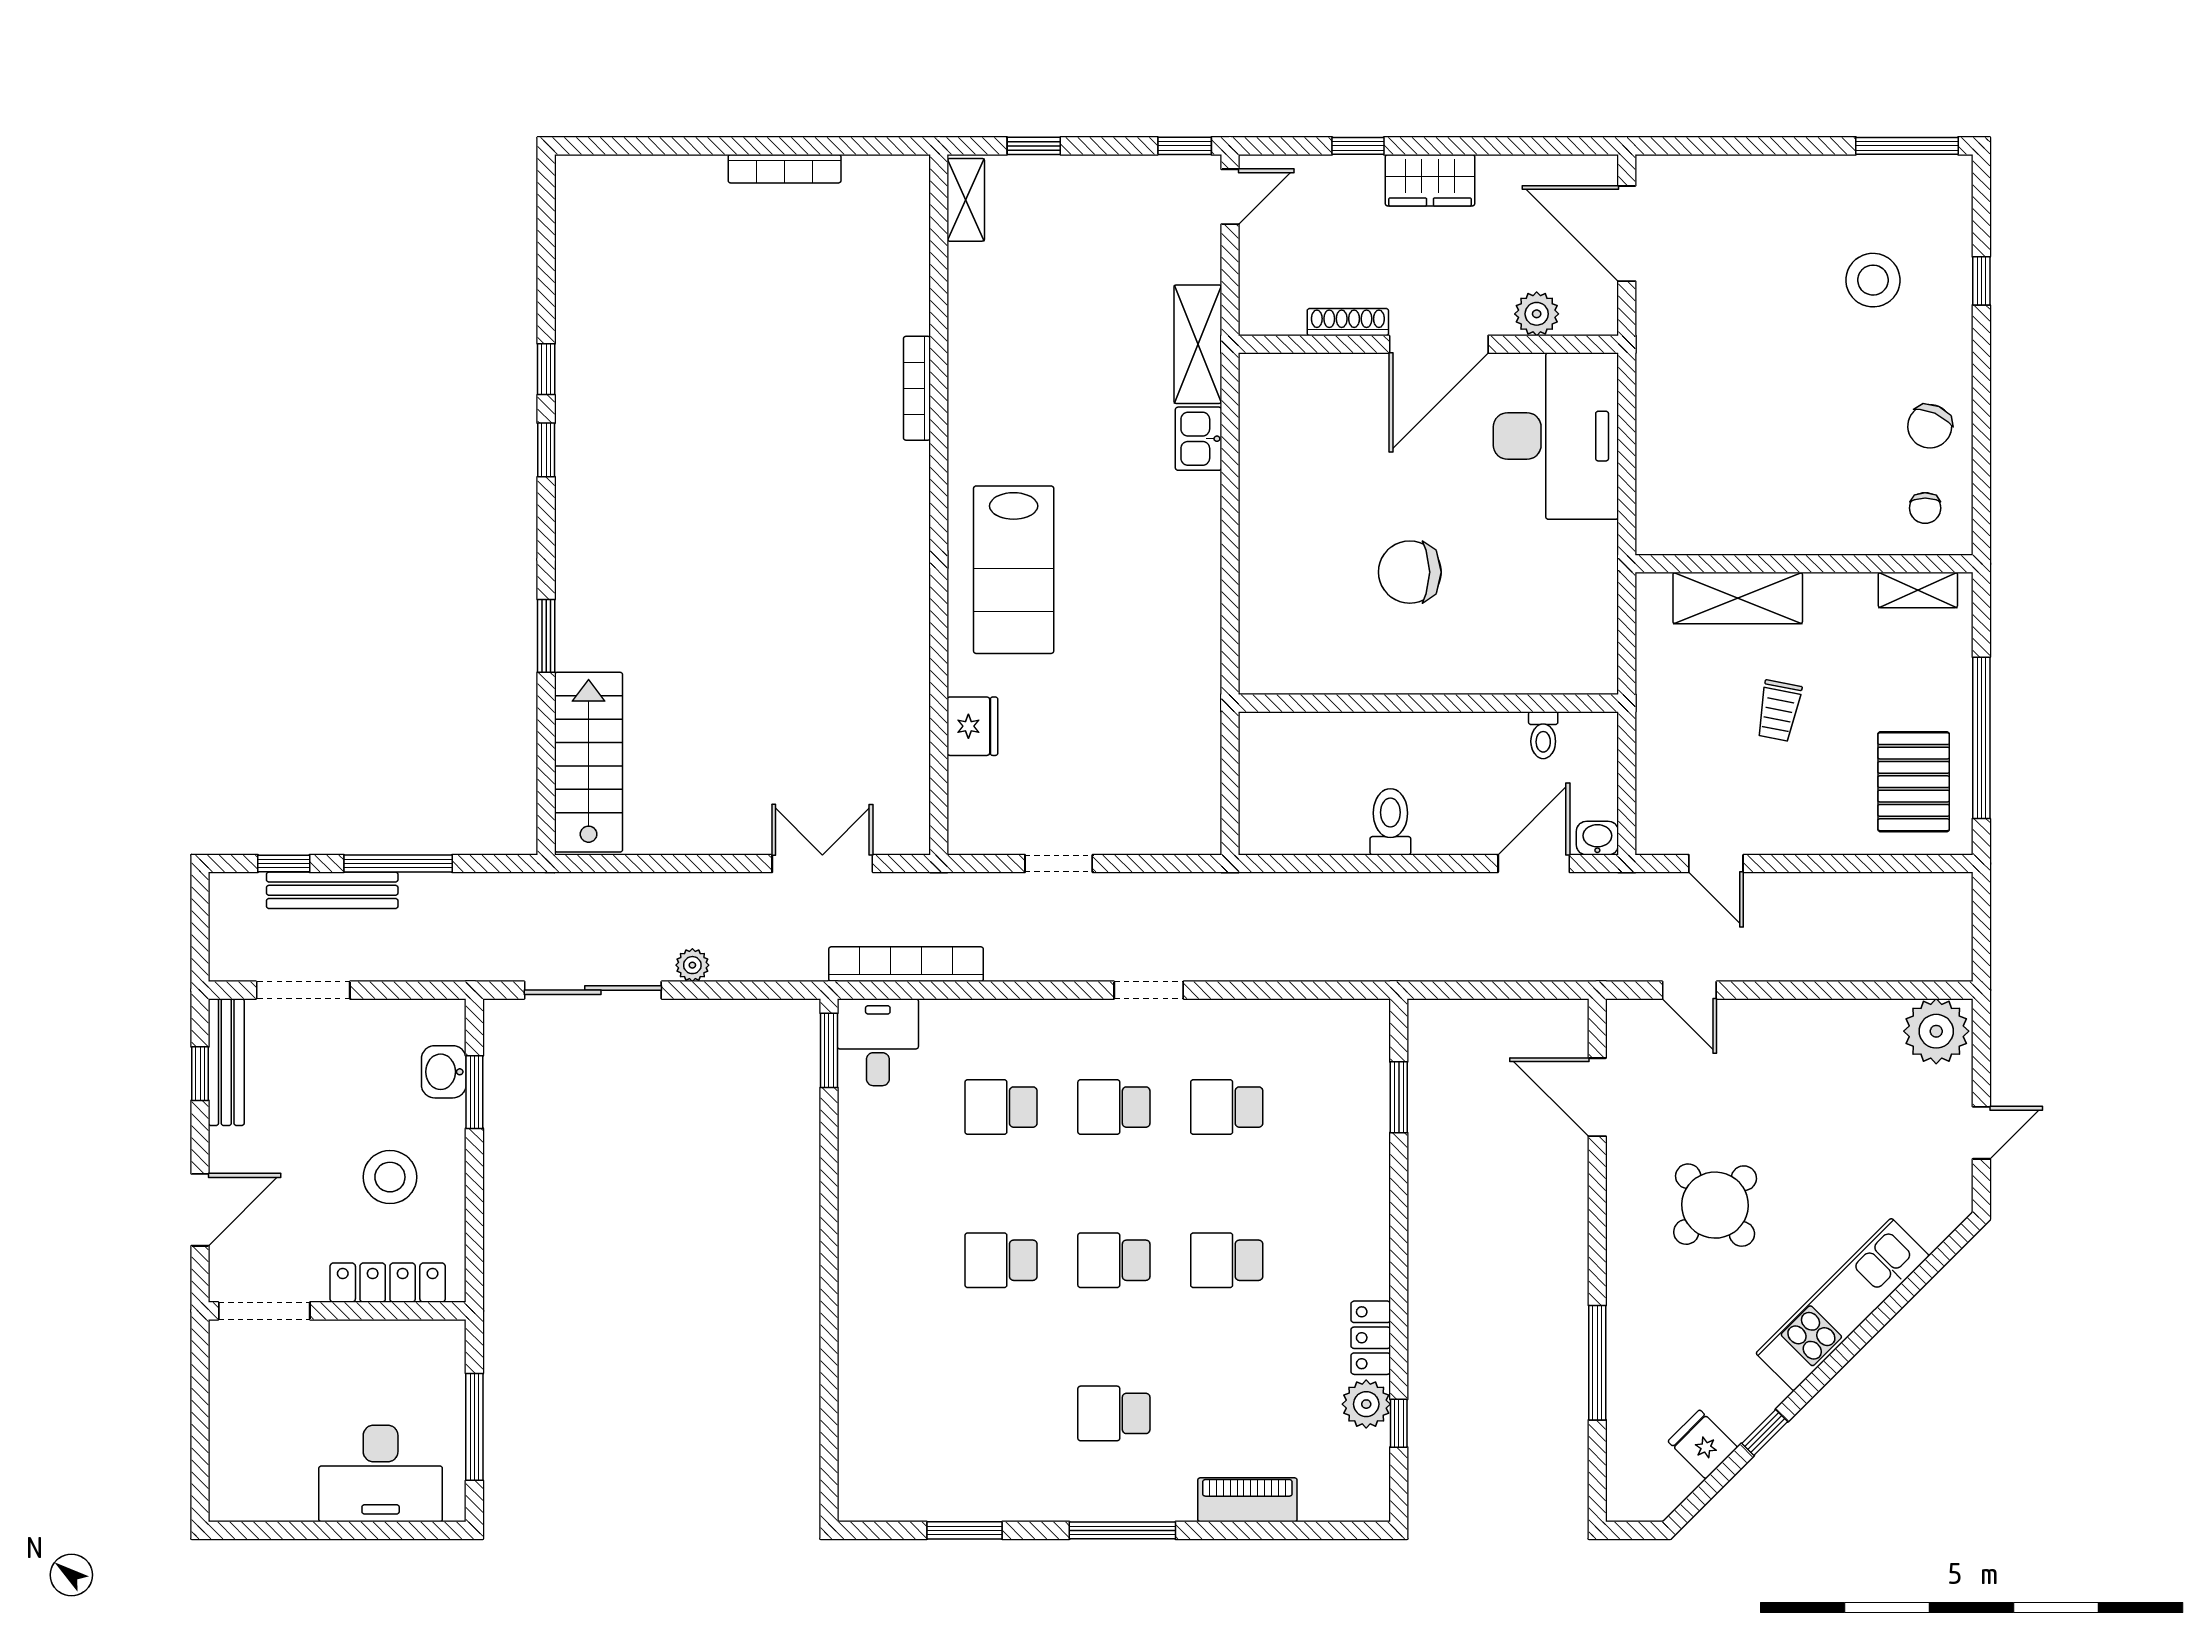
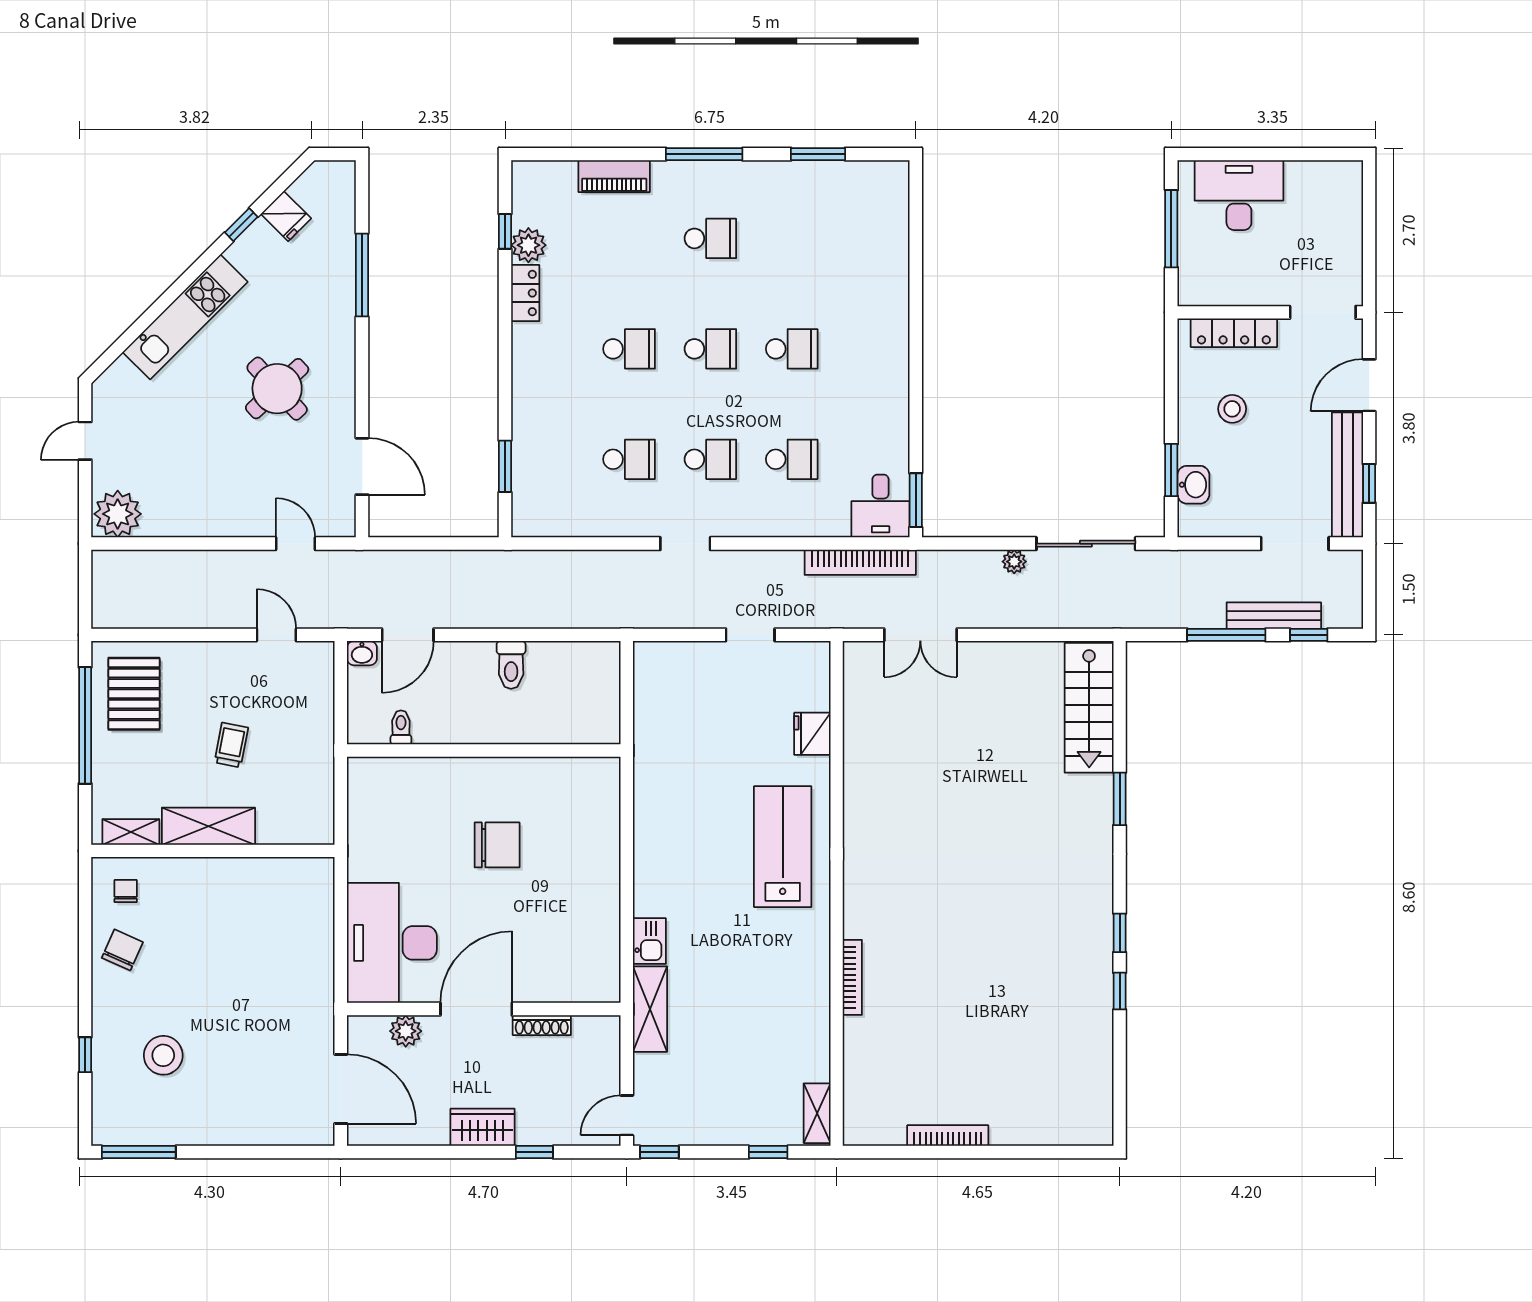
shelving: (1738, 598) -> (208, 826), moved
bench: (226, 1062) -> (1347, 475), width x1.37, depth x1.21
stool: (390, 1177) -> (1232, 409), width x0.73, depth x0.73

